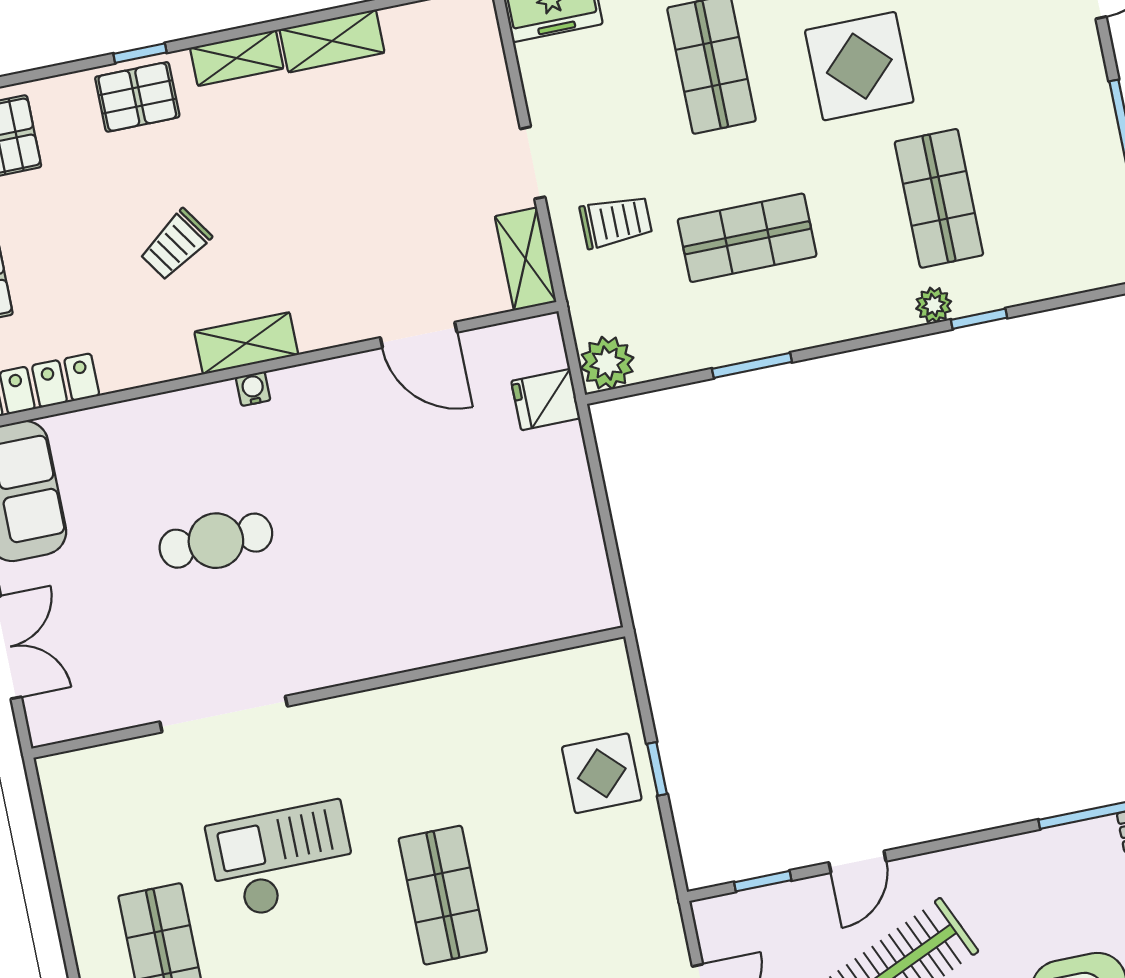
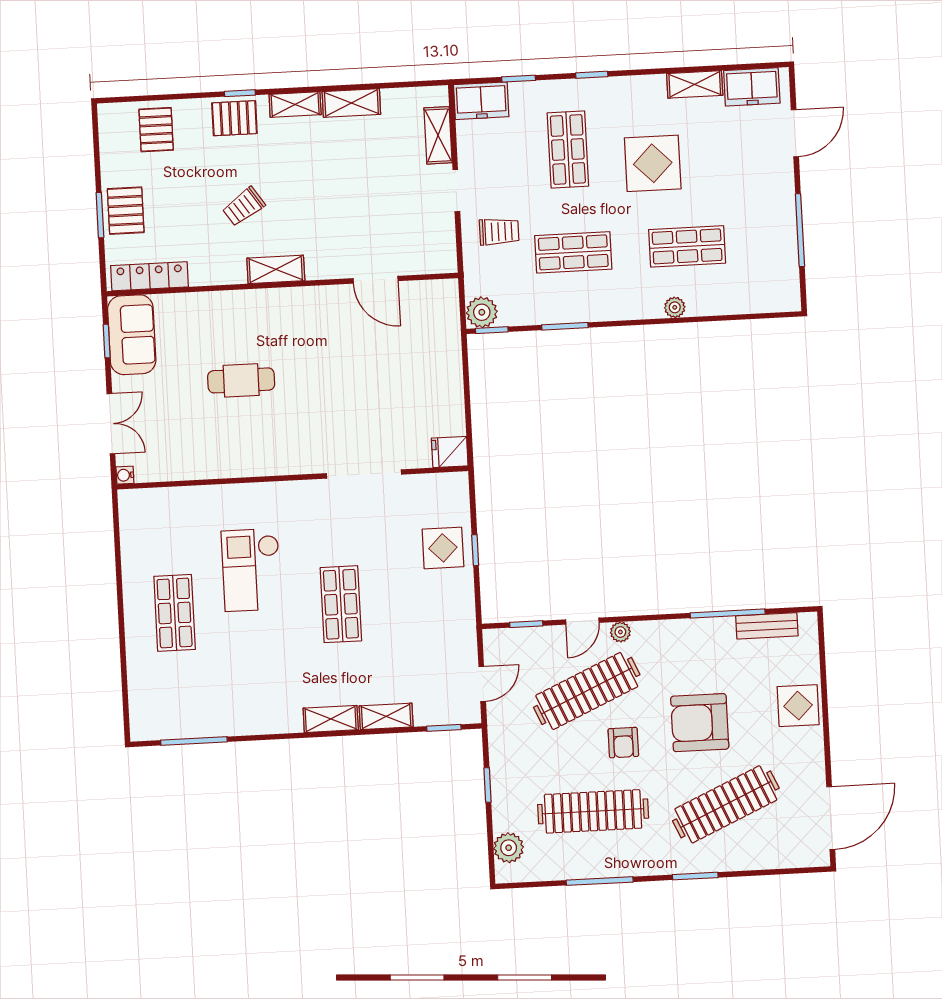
shop shelf: (939, 198) -> (687, 246), turned 90
shelving: (526, 259) -> (438, 135), moved
window: (979, 319) -> (492, 330), moved
water cooler: (253, 389) -> (125, 475), moved, turned -90
fridge: (546, 400) -> (450, 452), moved
doorway: (224, 714) -> (364, 474), moved
checkout: (282, 860) -> (251, 570), turned -90
plant: (925, 870) -> (620, 632), added

